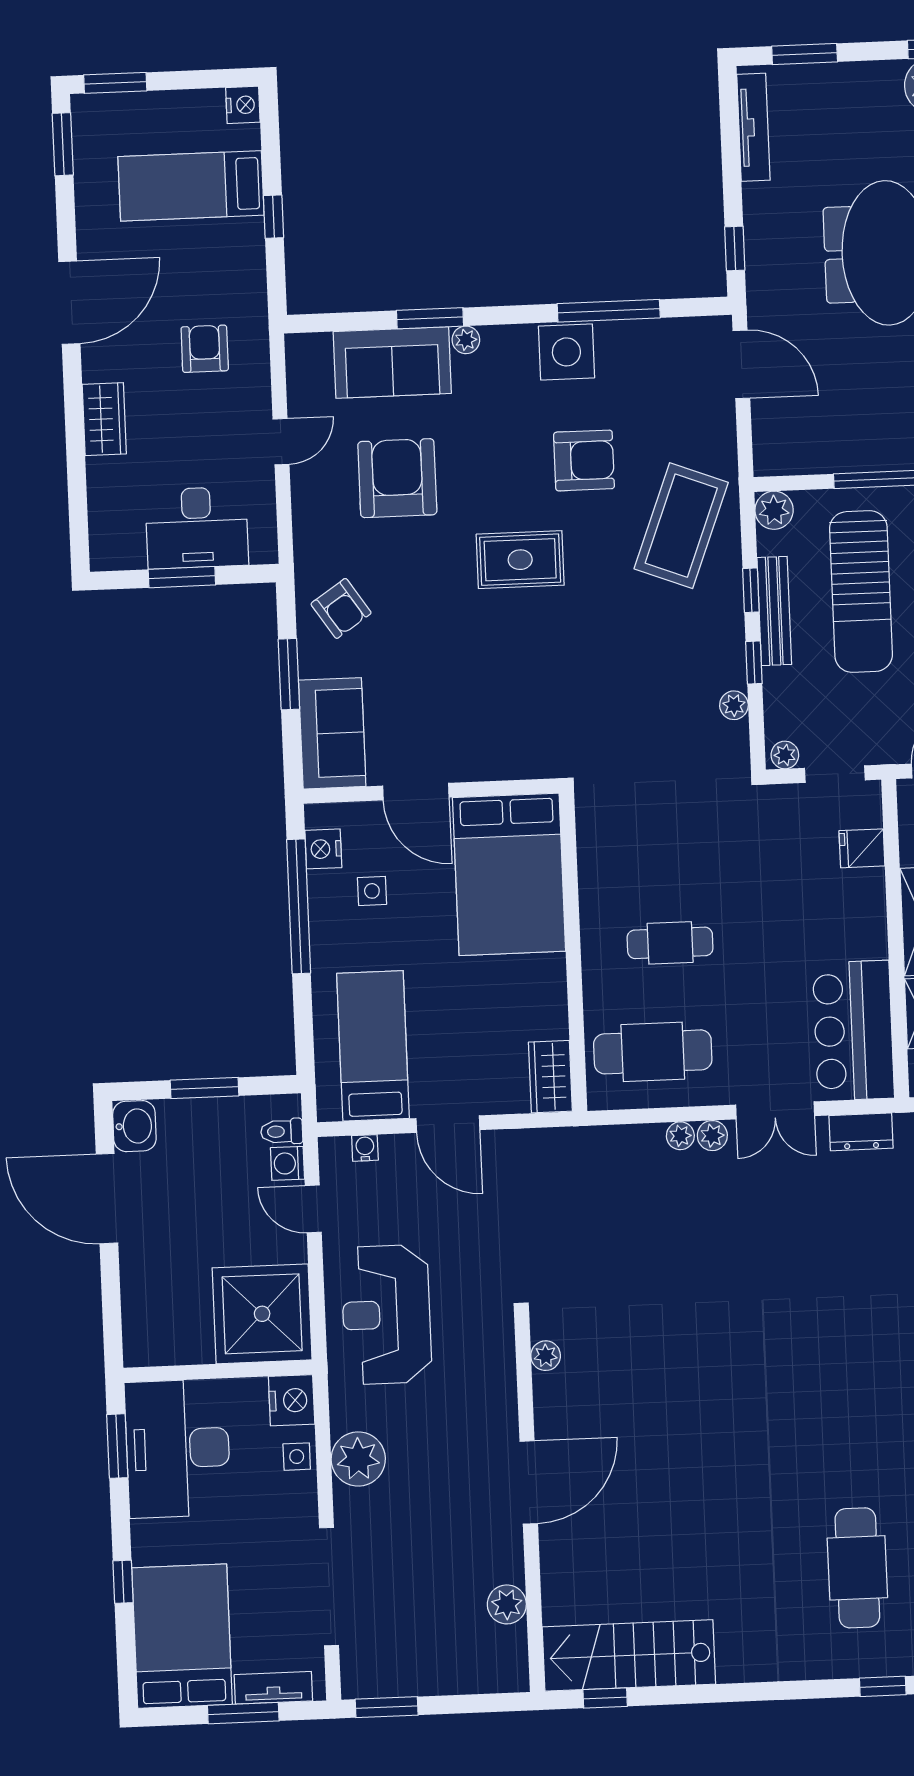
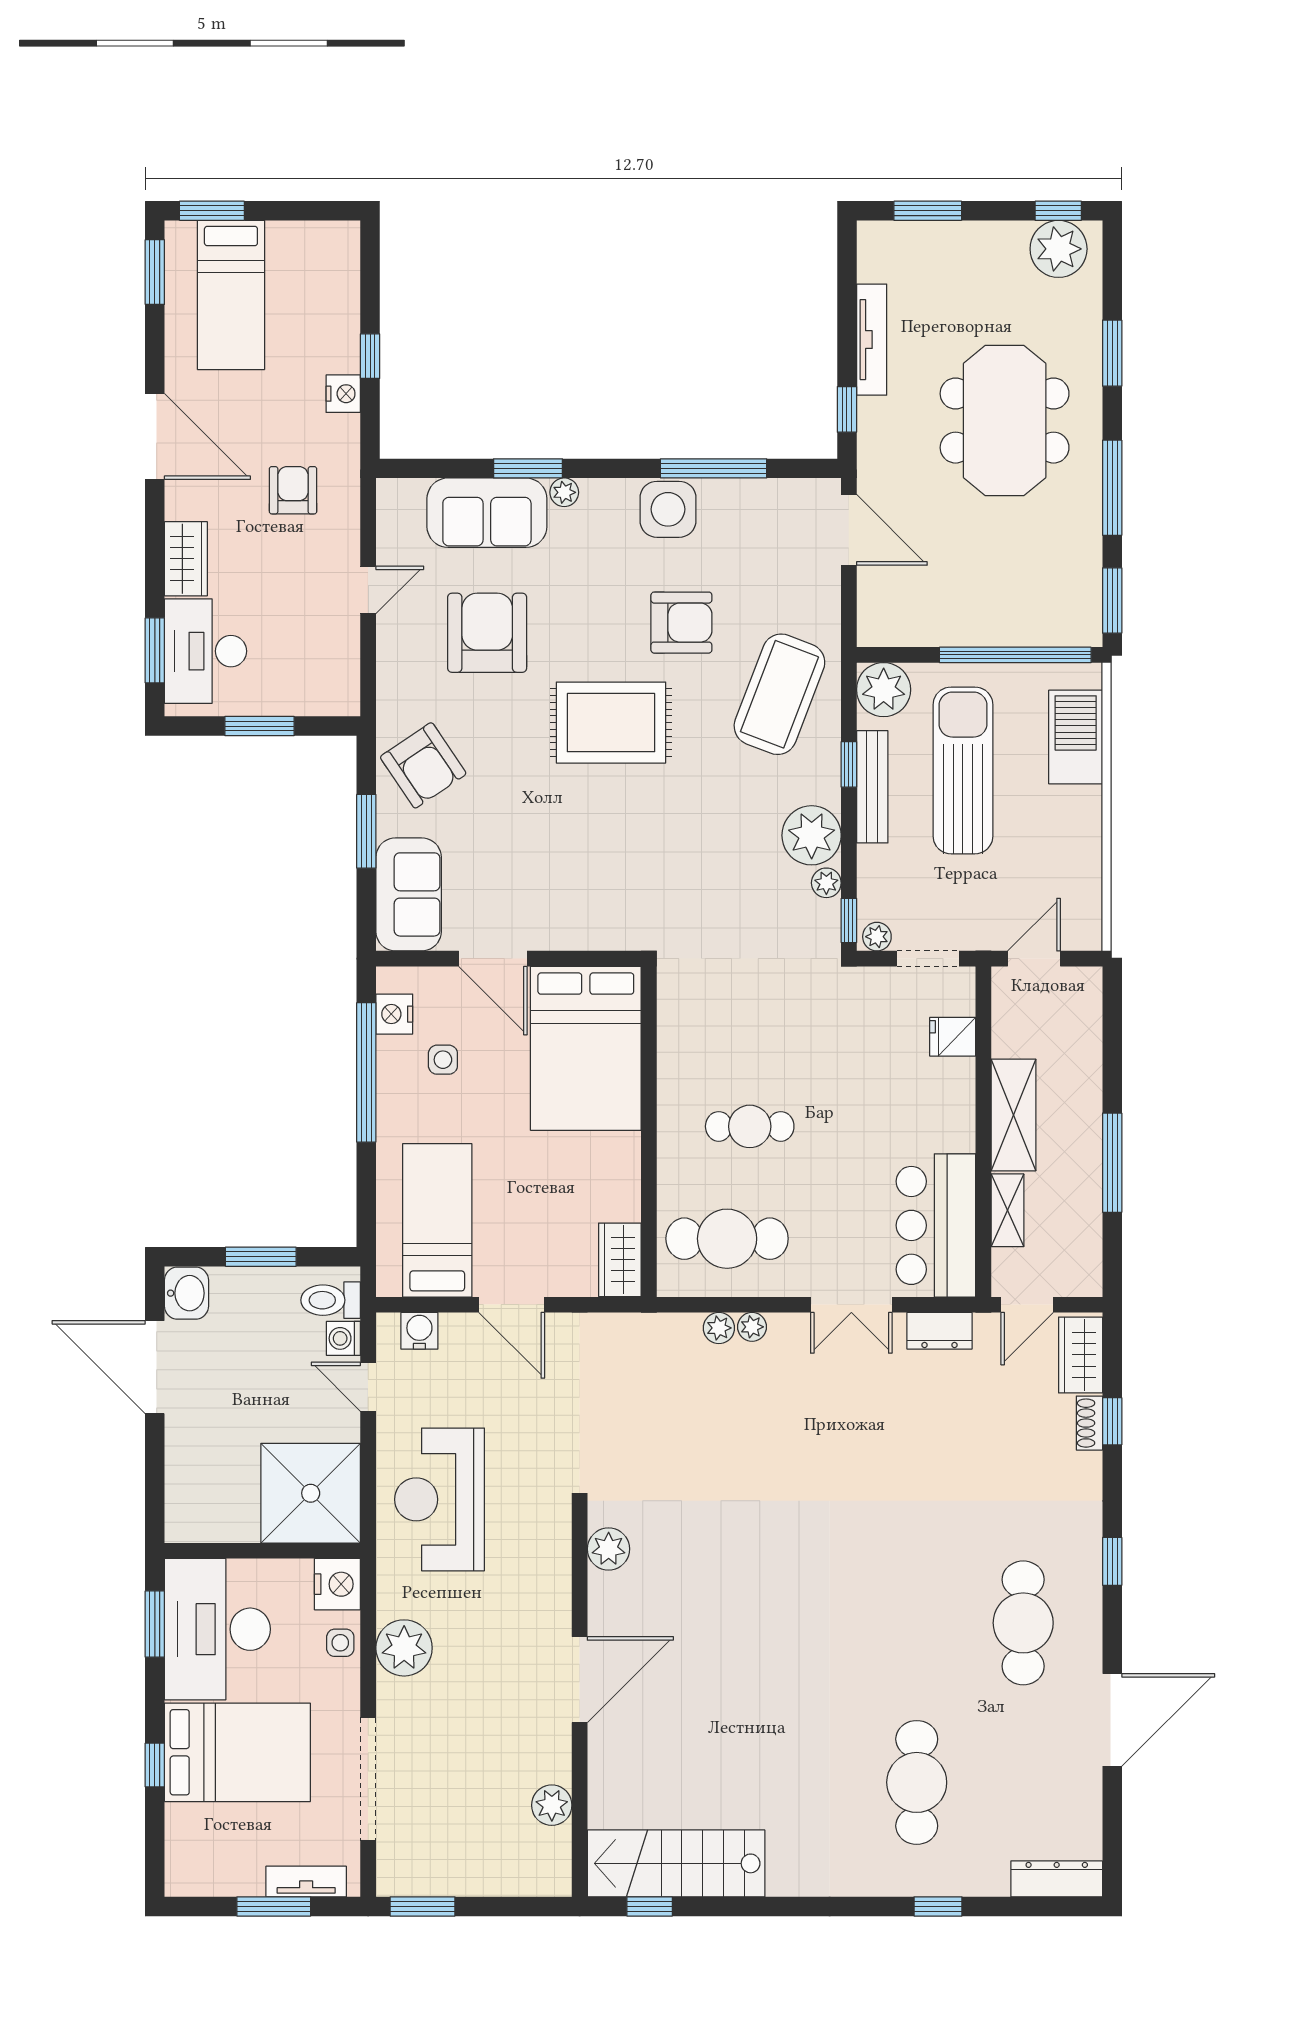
nightstand: (243, 105) -> (343, 394), moved
tv unit: (753, 127) -> (872, 340), moved
bed: (191, 186) -> (231, 295), moved, turned -90
door: (69, 303) -> (155, 436), hinge flipped
window: (78, 509) -> (155, 650), added
plant: (774, 510) -> (884, 690), width x1.36, depth x1.36
desk: (197, 528) -> (205, 651), moved, turned 90
rug: (520, 560) -> (611, 723), width x1.36, depth x1.43
sun lounger: (861, 592) -> (963, 770), turned 180
armchair: (341, 608) -> (423, 765), width x1.38, depth x1.38
plant: (718, 660) -> (812, 835), added
window: (754, 663) -> (849, 920), moved
toilet: (282, 1131) -> (331, 1300), width x1.37, depth x1.39
plant: (712, 1136) -> (719, 1328), moved
water cooler: (365, 1148) -> (419, 1331), width x1.38, depth x1.38
plant: (546, 1356) -> (609, 1549), width x1.38, depth x1.38
bed: (182, 1636) -> (237, 1752), moved, turned 90

